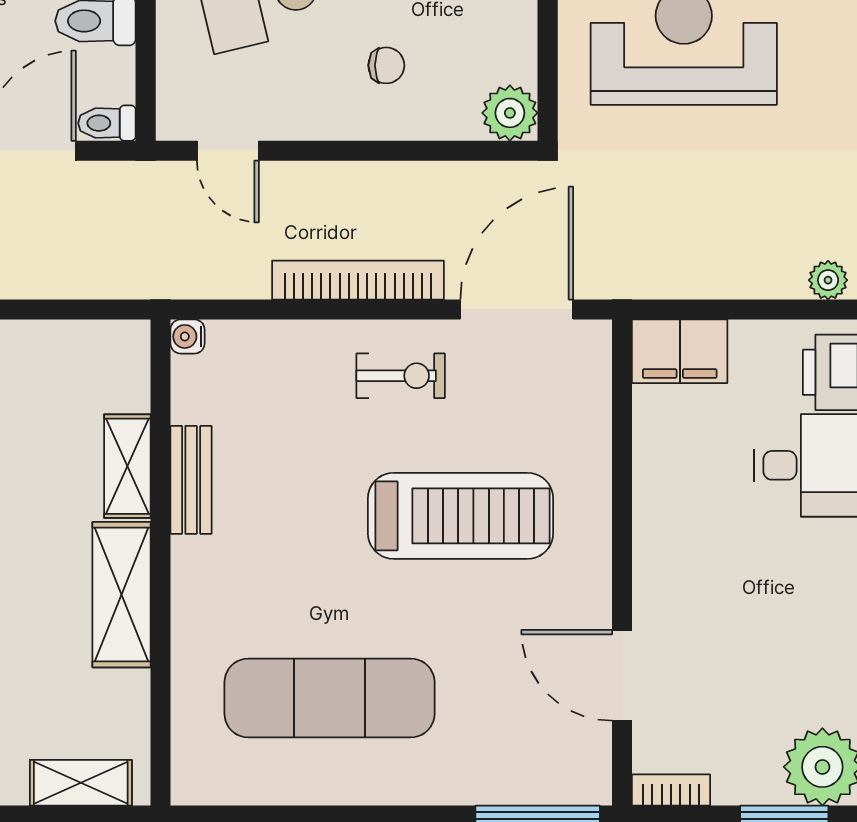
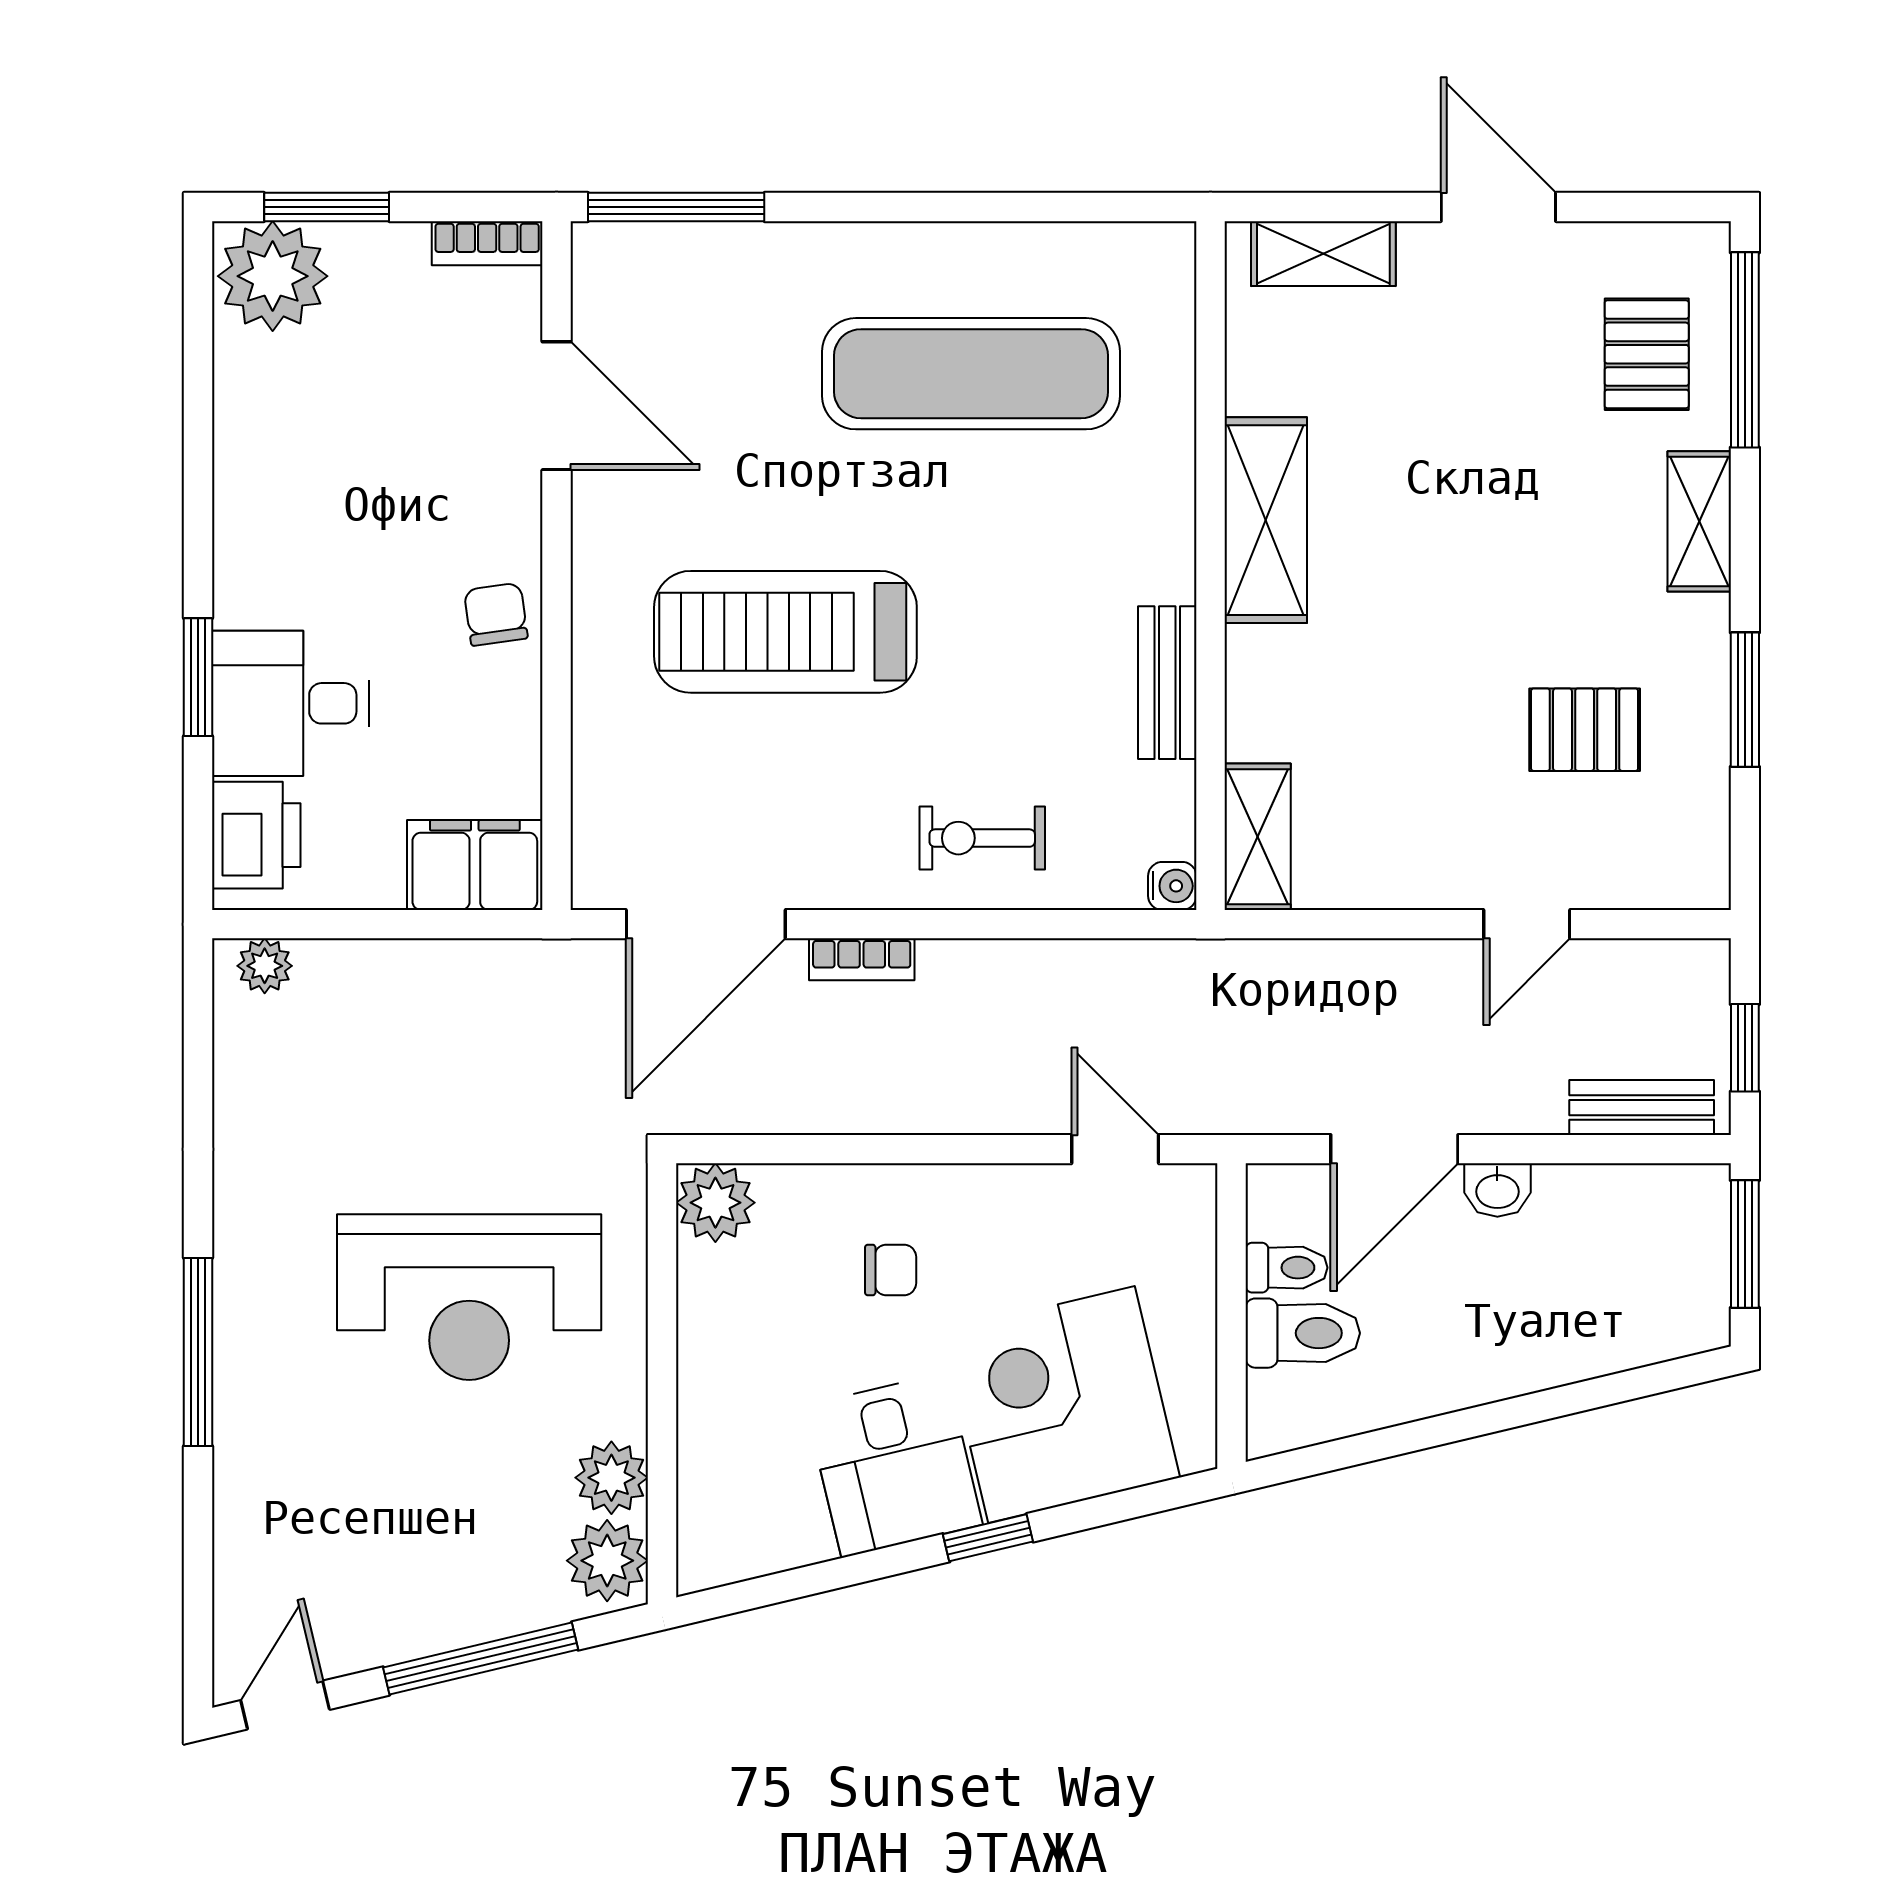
chair: (386, 65) -> (891, 1270), turned 180
toilet: (107, 123) -> (1286, 1268), moved
bookcase: (358, 280) -> (862, 959), width x0.43, depth x0.76
exercise bike: (401, 376) -> (982, 838), moved
shelving: (127, 466) -> (1258, 837), moved
chair: (665, 528) -> (496, 614), added

